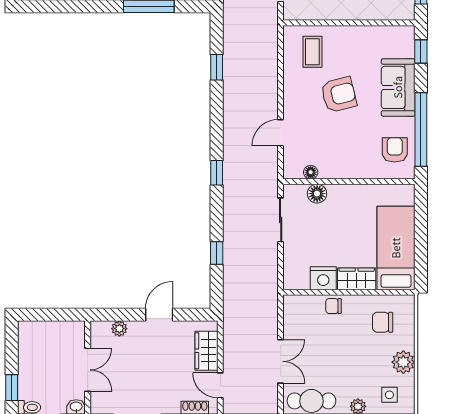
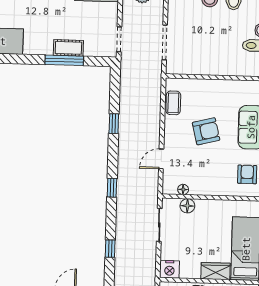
coffee table: (312, 52) -> (173, 103), moved
window: (217, 67) -> (114, 124), moved
nightstand: (323, 278) -> (169, 269), moved

